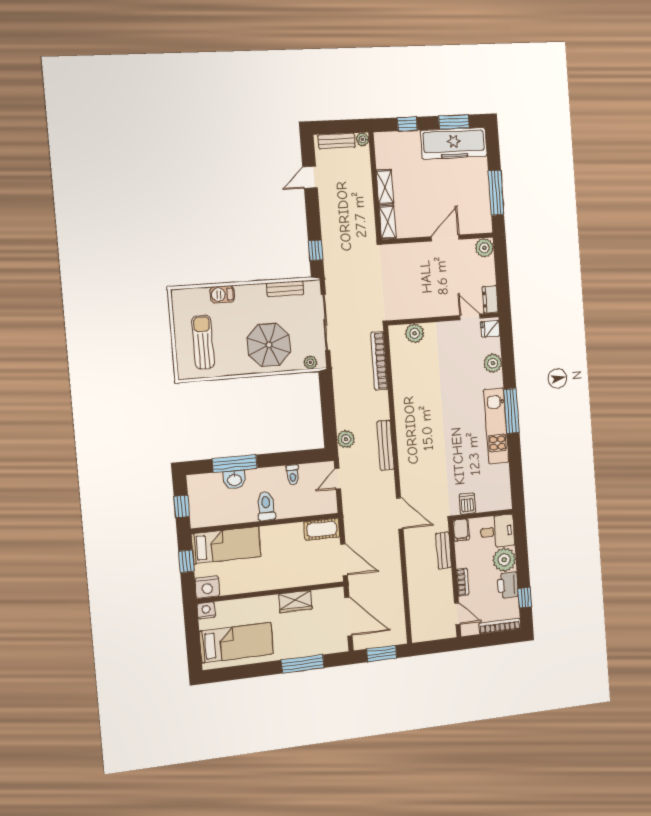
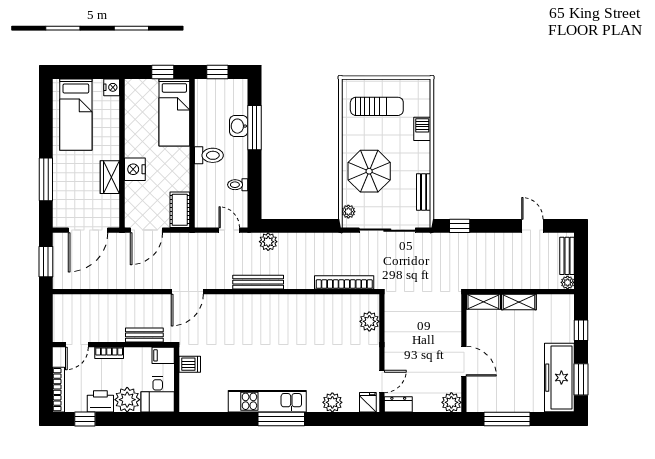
nightstand: (207, 587) -> (135, 169), moved

